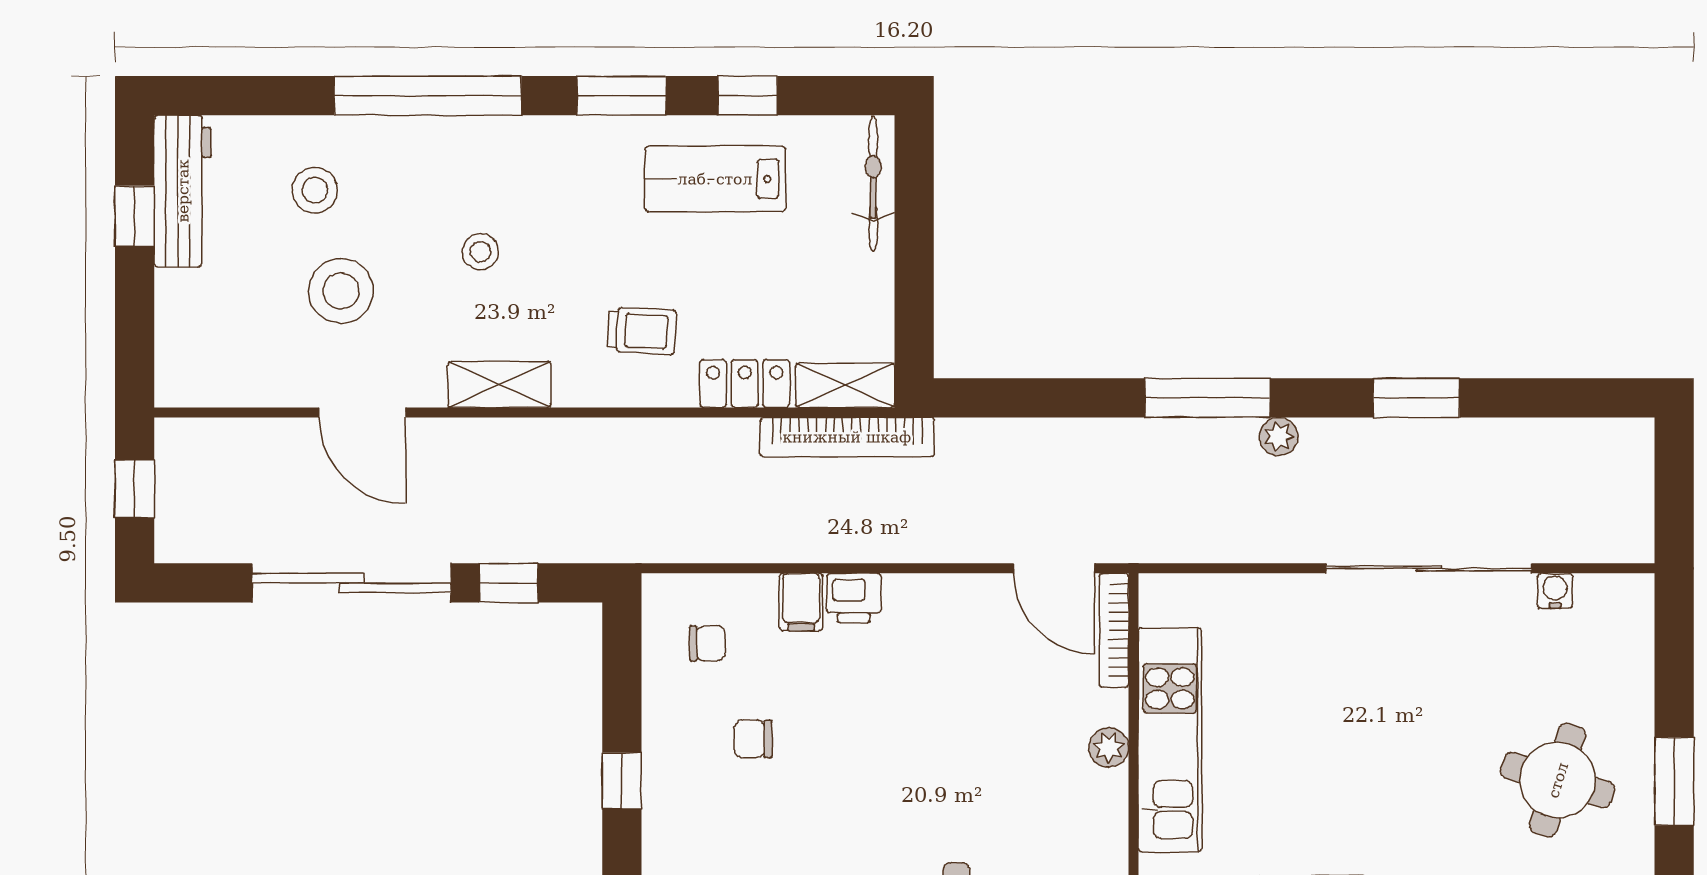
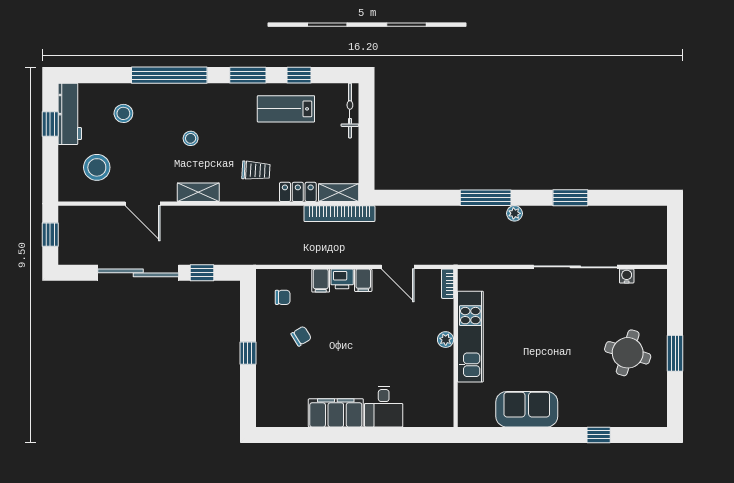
stool: (341, 291) -> (97, 167), moved
door: (1054, 568) -> (398, 267), moved
filing cabinet: (906, 601) -> (363, 280), added
bookcase: (1114, 630) -> (448, 284), width x0.64
chair: (753, 739) -> (301, 336), turned 148

